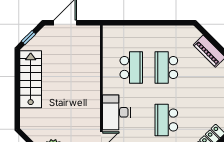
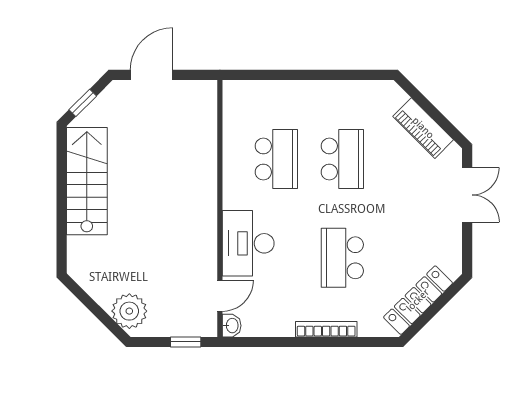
school desk: (166, 68) -> (342, 159), turned 180

